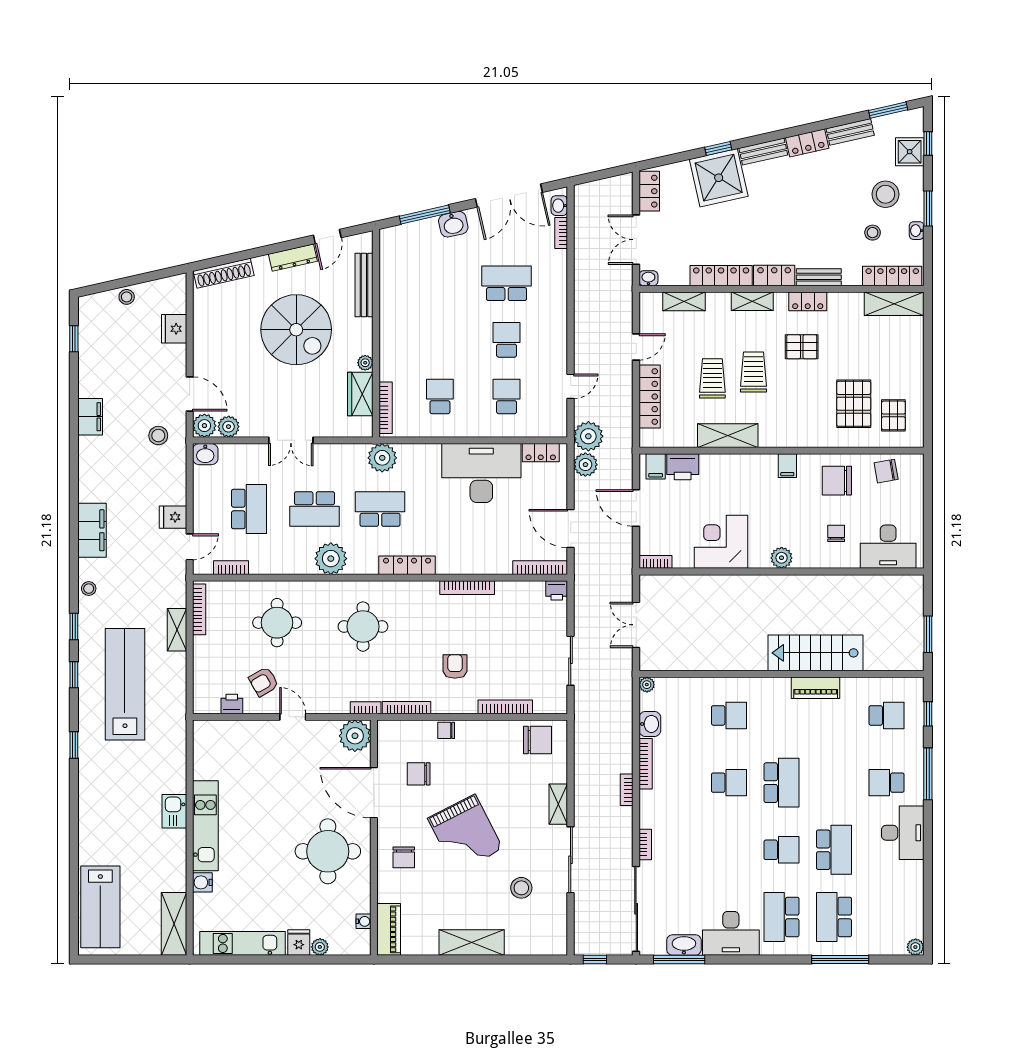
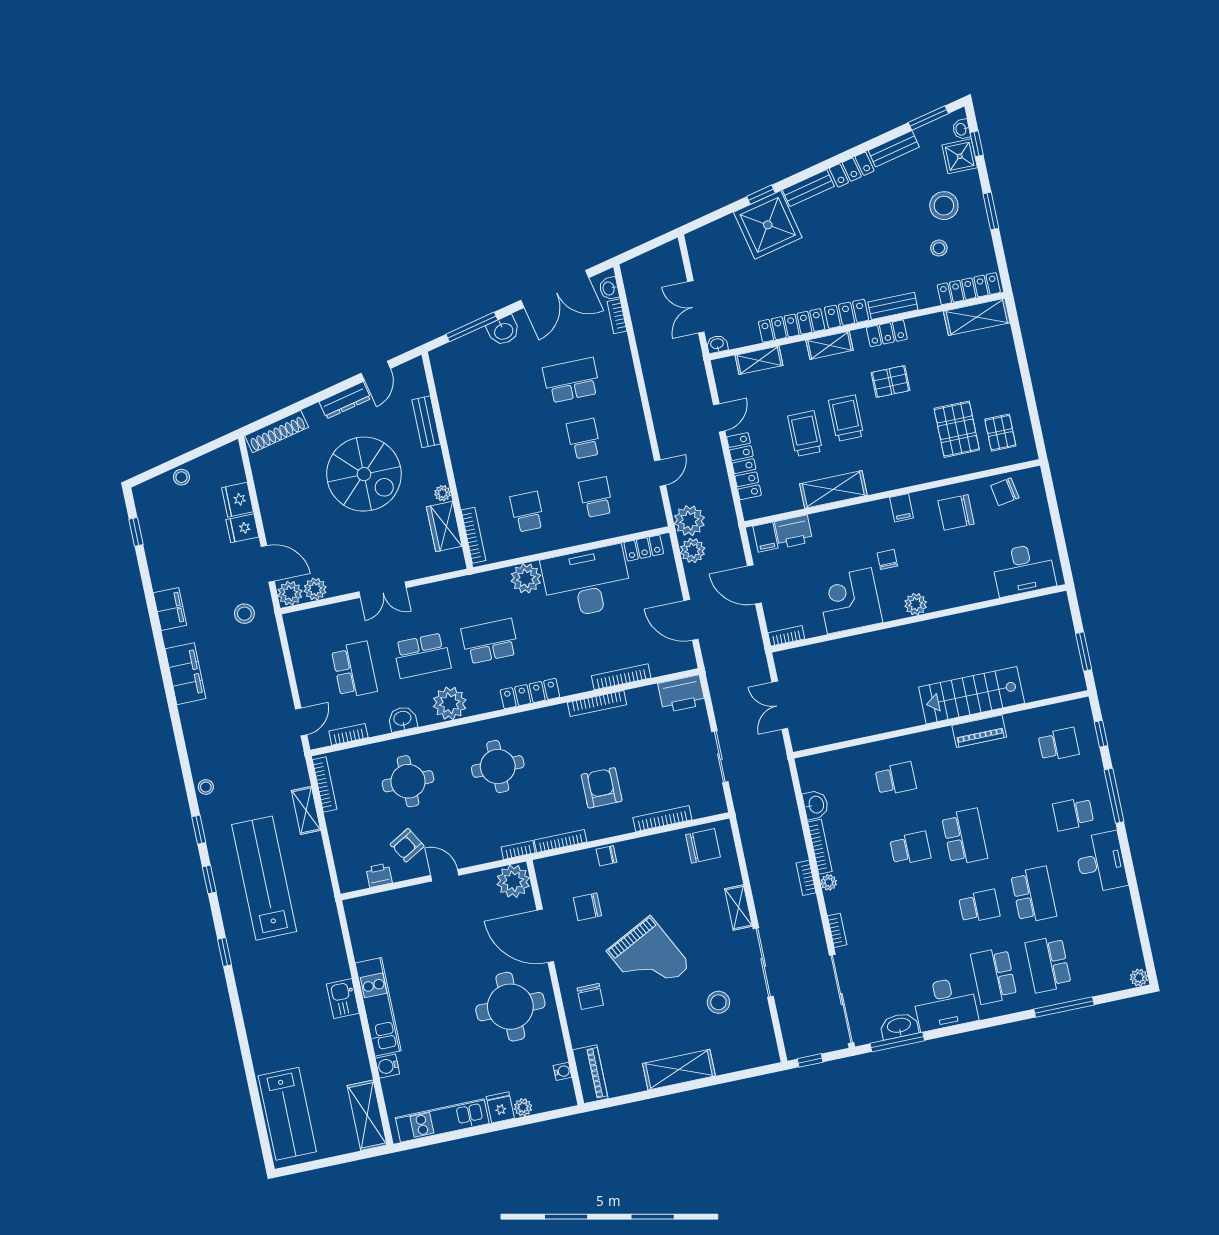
locker: (649, 191) -> (699, 254), removed
washbasin: (917, 231) -> (961, 129), moved
bench: (364, 285) -> (426, 422), width x0.73
washbasin: (205, 454) -> (403, 719), moved, turned 180
plant: (382, 458) -> (526, 578), moved
fridge: (173, 517) -> (242, 528), moved
filing cabinet: (92, 530) -> (186, 674), moved
chair: (836, 533) -> (887, 559), moved
bookcase: (540, 568) -> (621, 677), moved
printer: (557, 590) -> (682, 694), width x1.87, depth x1.48
armchair: (455, 666) -> (602, 788), width x1.38, depth x1.38
plant: (647, 685) -> (829, 882), moved

